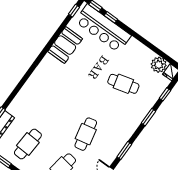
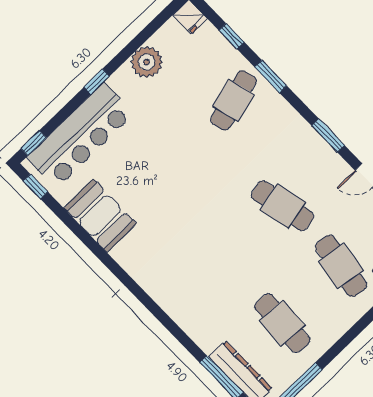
window: (111, 17) -> (97, 82), moved
plant: (159, 65) -> (147, 62), moved
cafe table: (123, 84) -> (234, 100), moved

